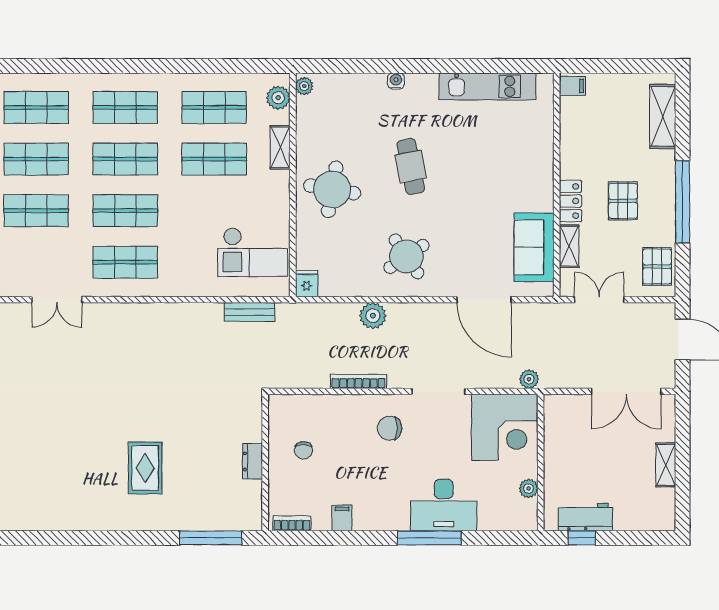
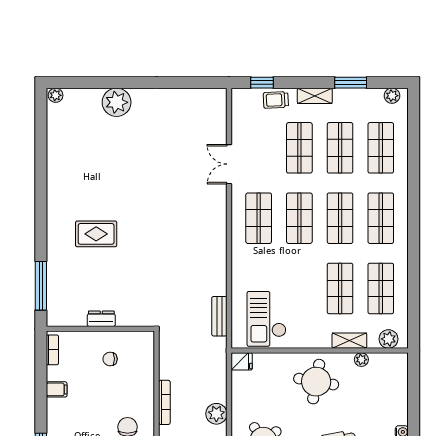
plant: (304, 86) -> (361, 360), moved

